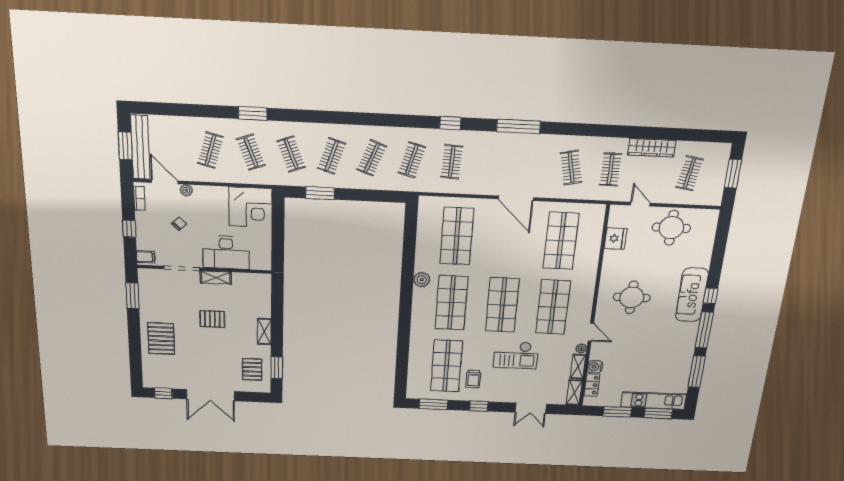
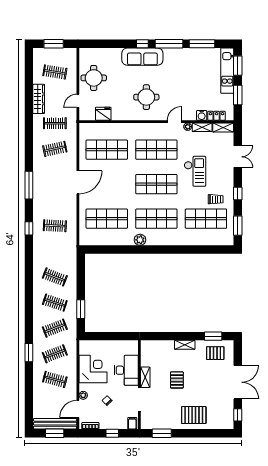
clothes rail: (412, 160) -> (55, 251), removed
corner desk: (250, 207) -> (93, 369), moved

